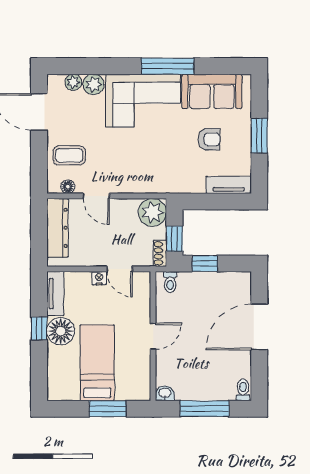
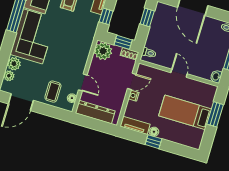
door: (96, 196) -> (83, 82), hinge flipped
window: (206, 201) -> (106, 16), added
window: (205, 263) -> (147, 17), moved
floor lamp: (61, 331) -> (154, 132), width x0.53, depth x0.53

